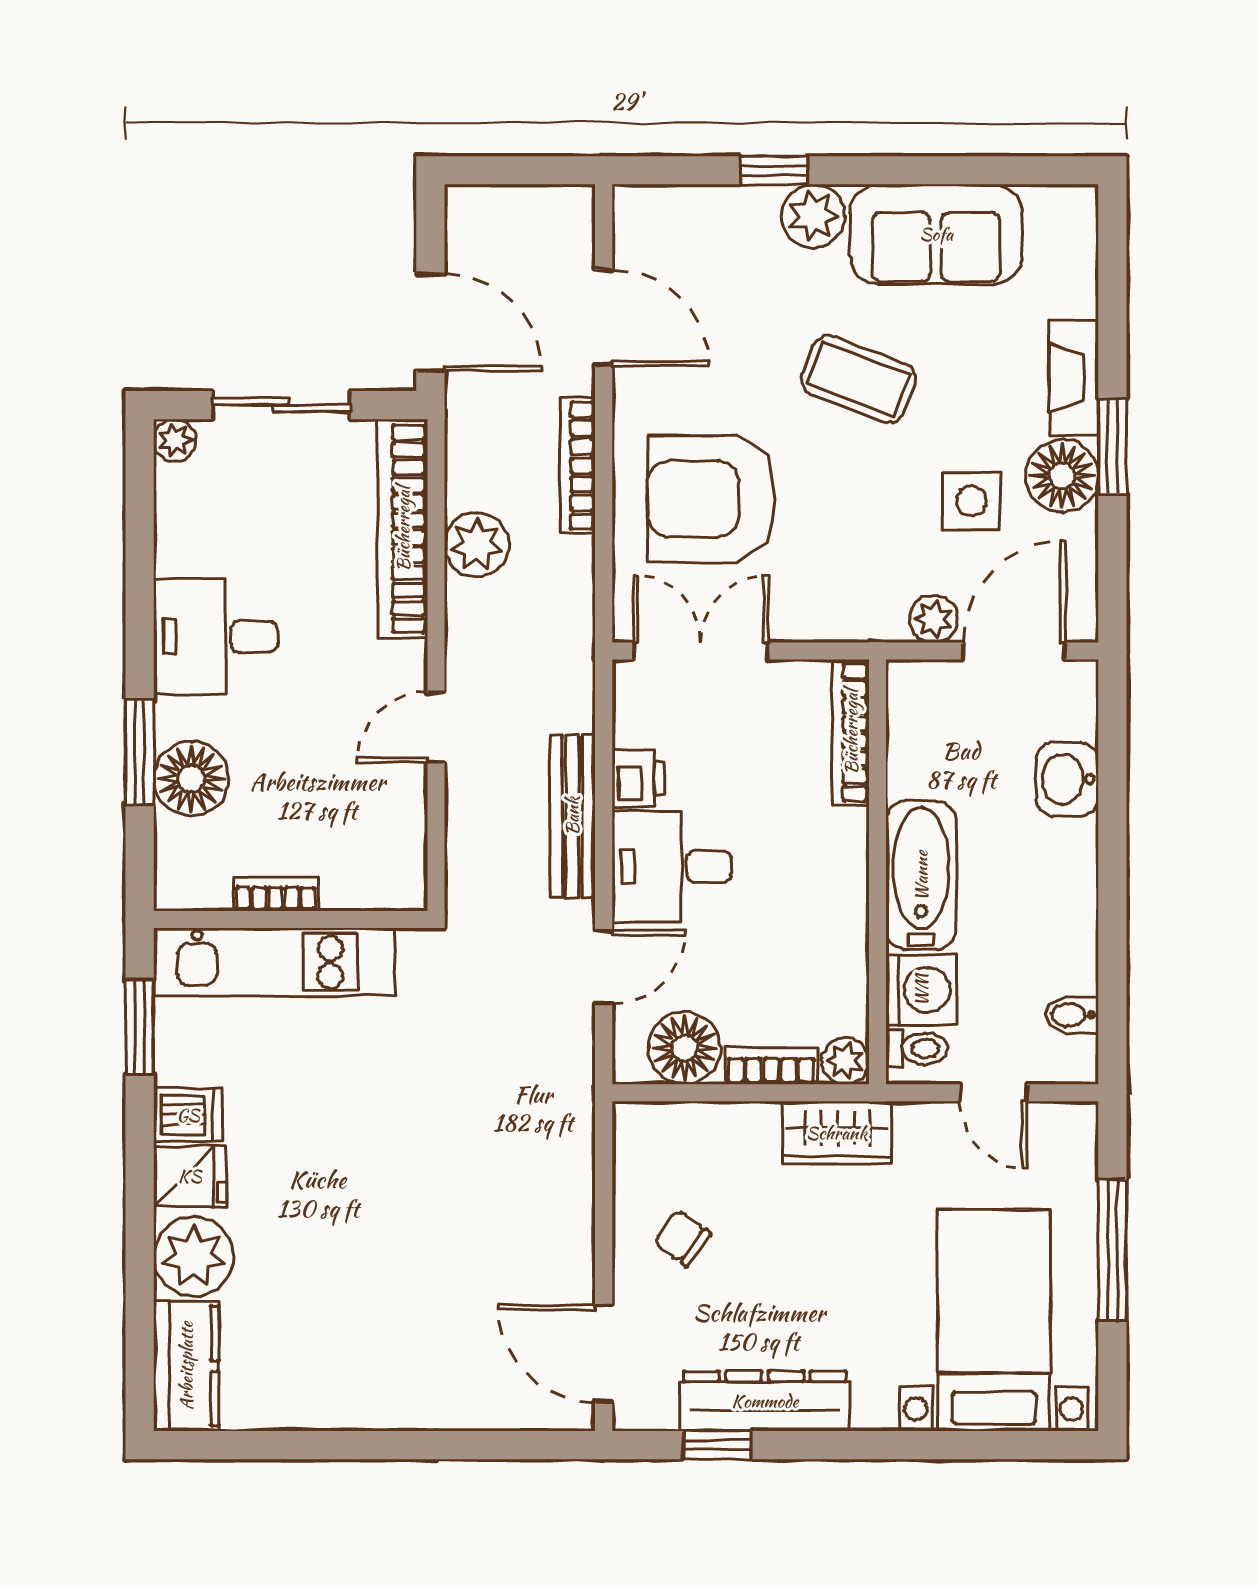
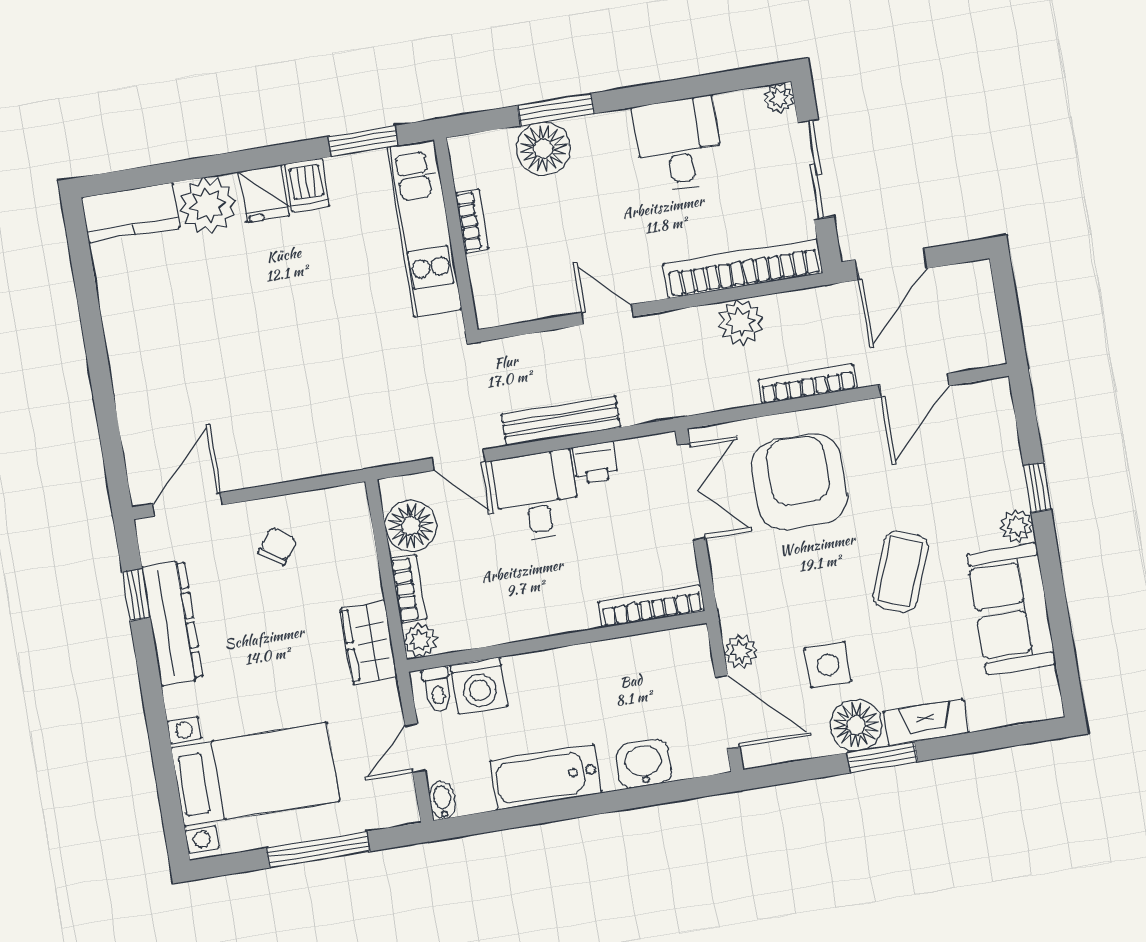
plant: (813, 216) -> (1017, 526), width x0.73, depth x0.73
desk: (216, 637) -> (678, 144), moved
bathtub: (921, 876) -> (546, 777), moved, turned 180
bidet: (1072, 1015) -> (443, 800), moved

